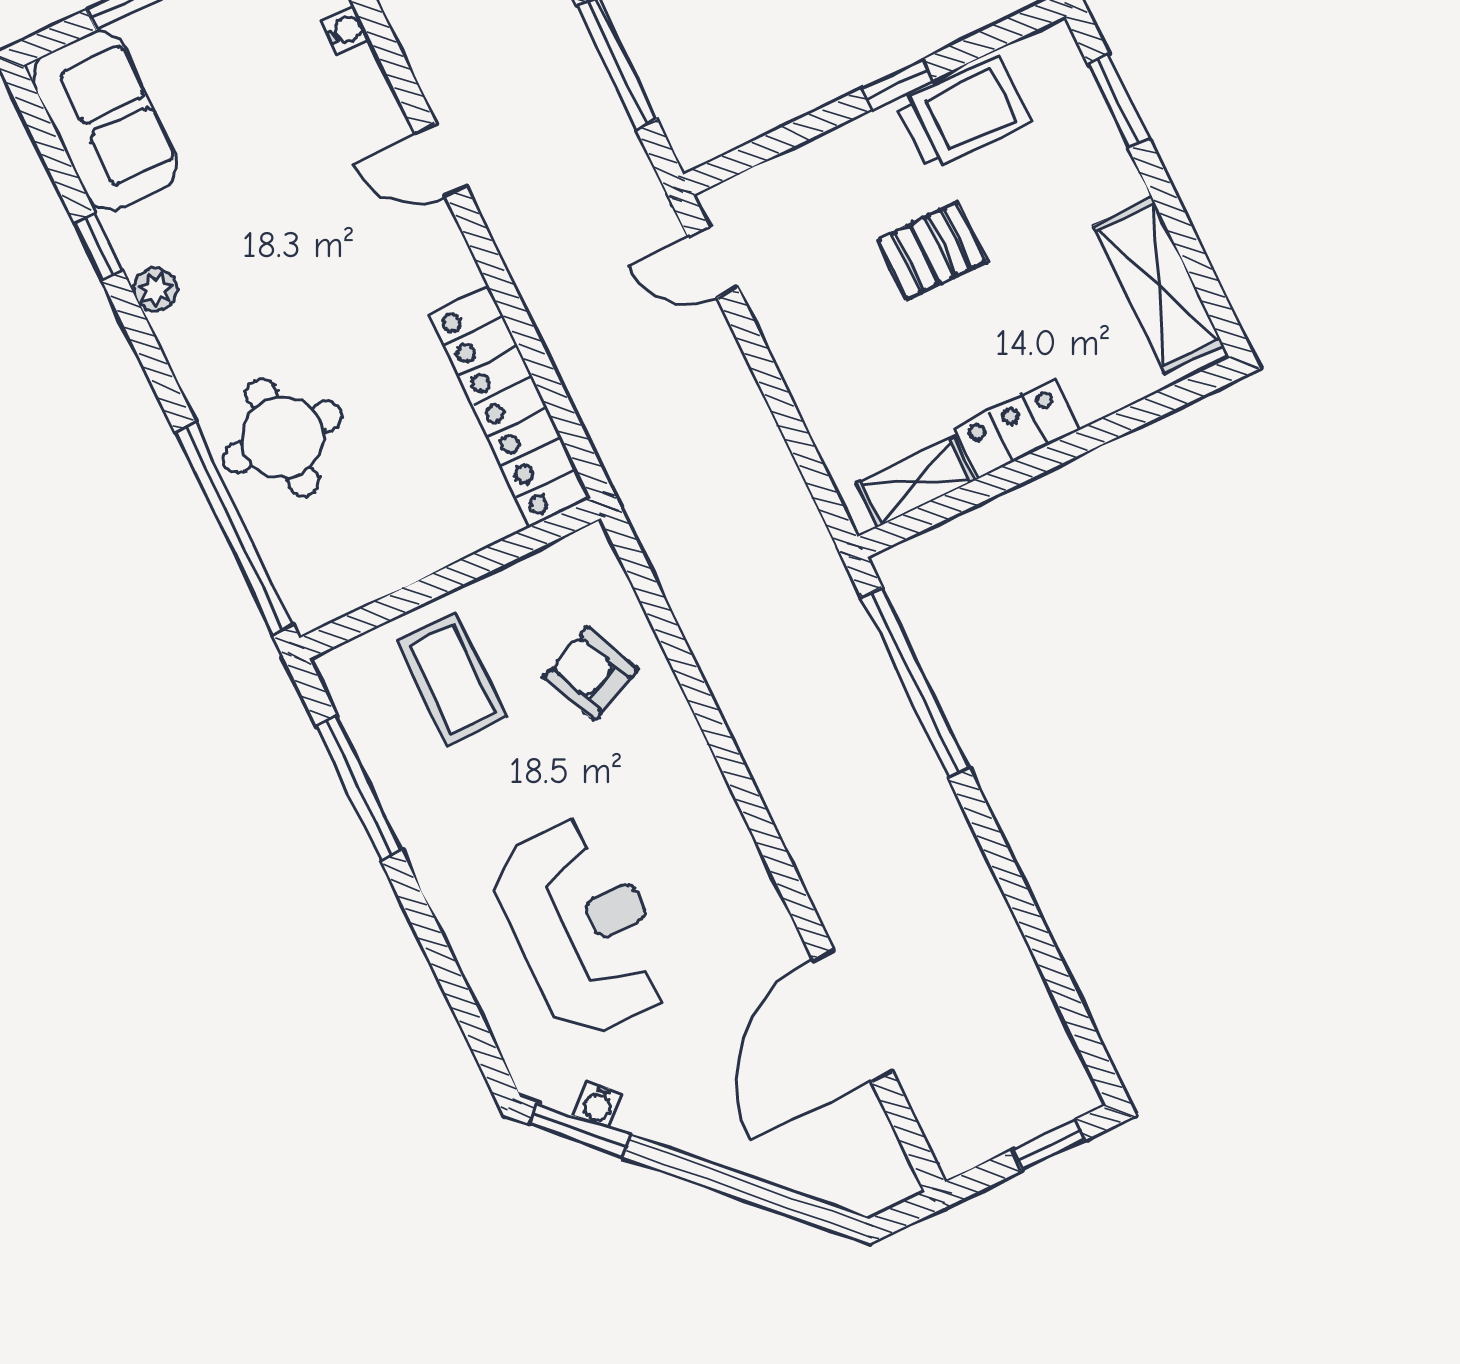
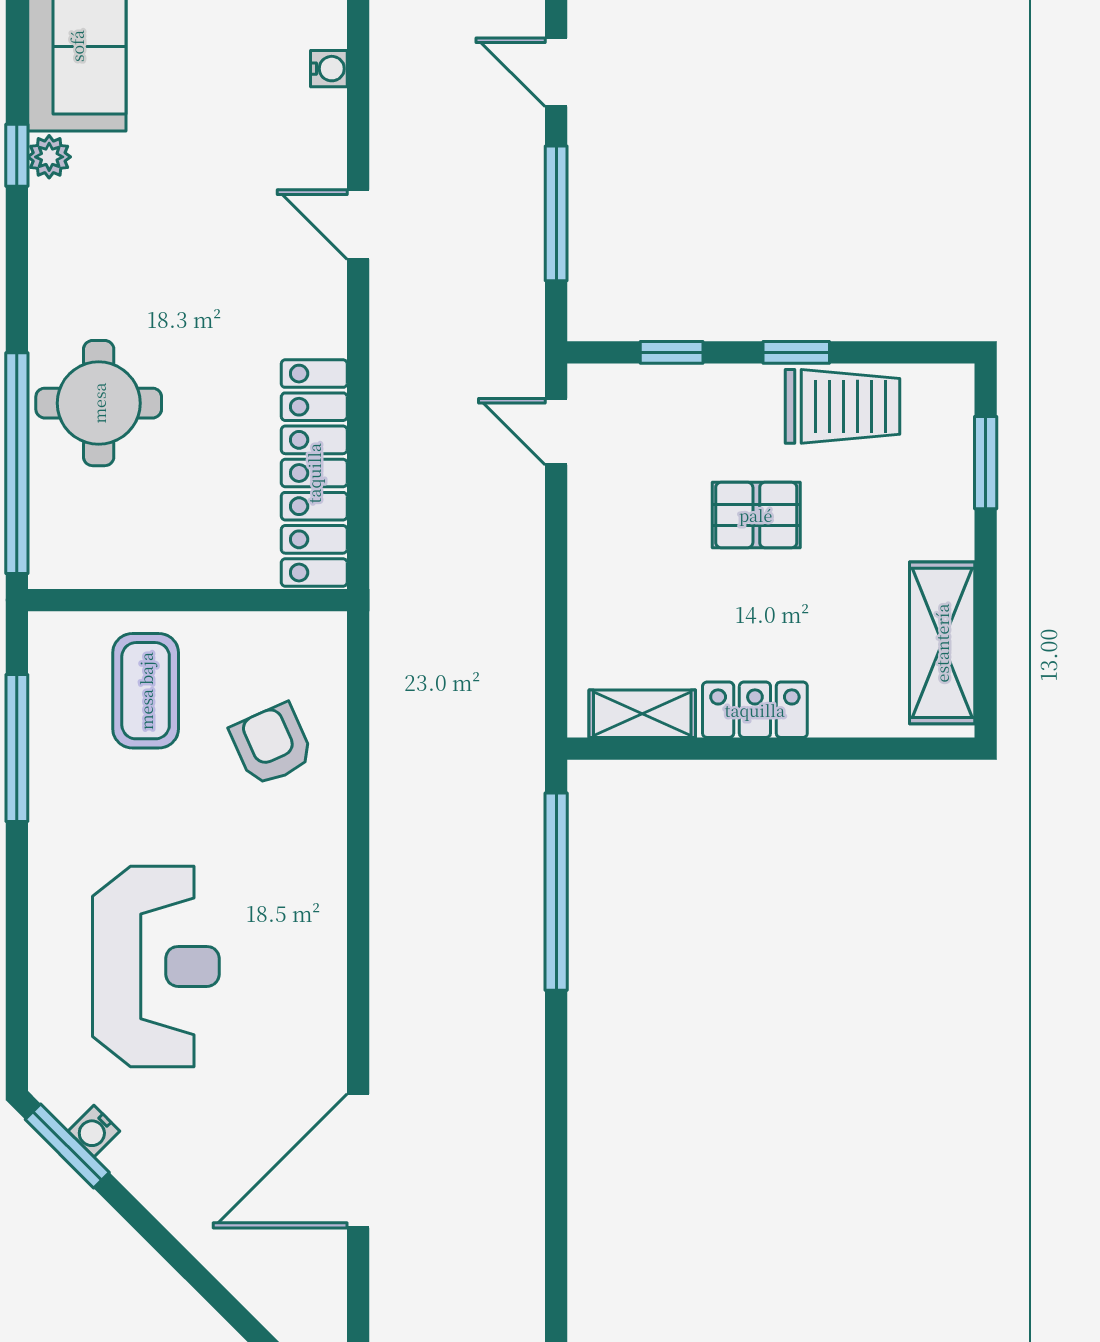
window: (784, 139) -> (672, 352), added
plant: (156, 290) -> (49, 157), moved

